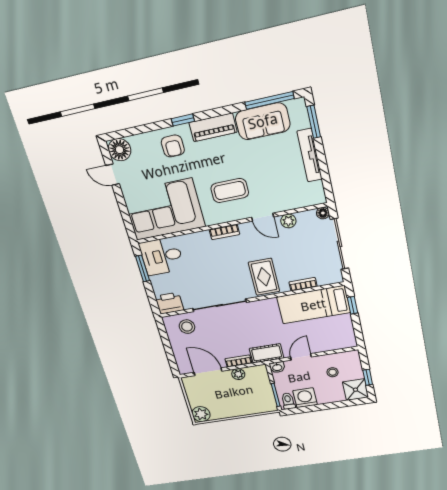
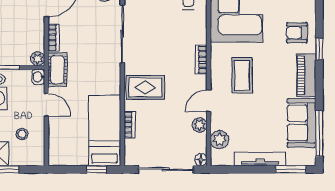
plant: (299, 199) -> (220, 140), added
plant: (238, 374) -> (38, 59), moved

